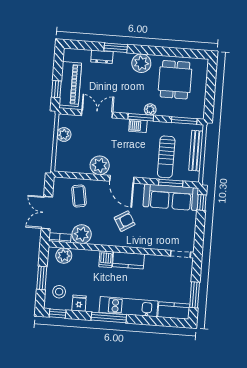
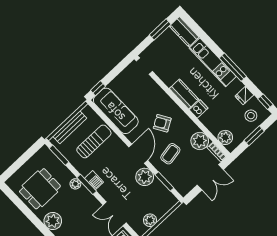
window: (171, 183) -> (164, 181), moved
coffee table: (79, 196) -> (170, 154), moved

